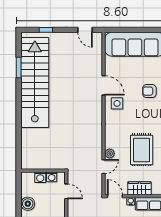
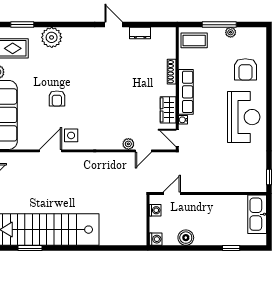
rug: (142, 150) -> (124, 107), removed
door: (104, 167) -> (143, 151), swing flipped
washing machine: (40, 177) -> (156, 239), moved
door: (115, 196) -> (177, 138), hinge flipped

